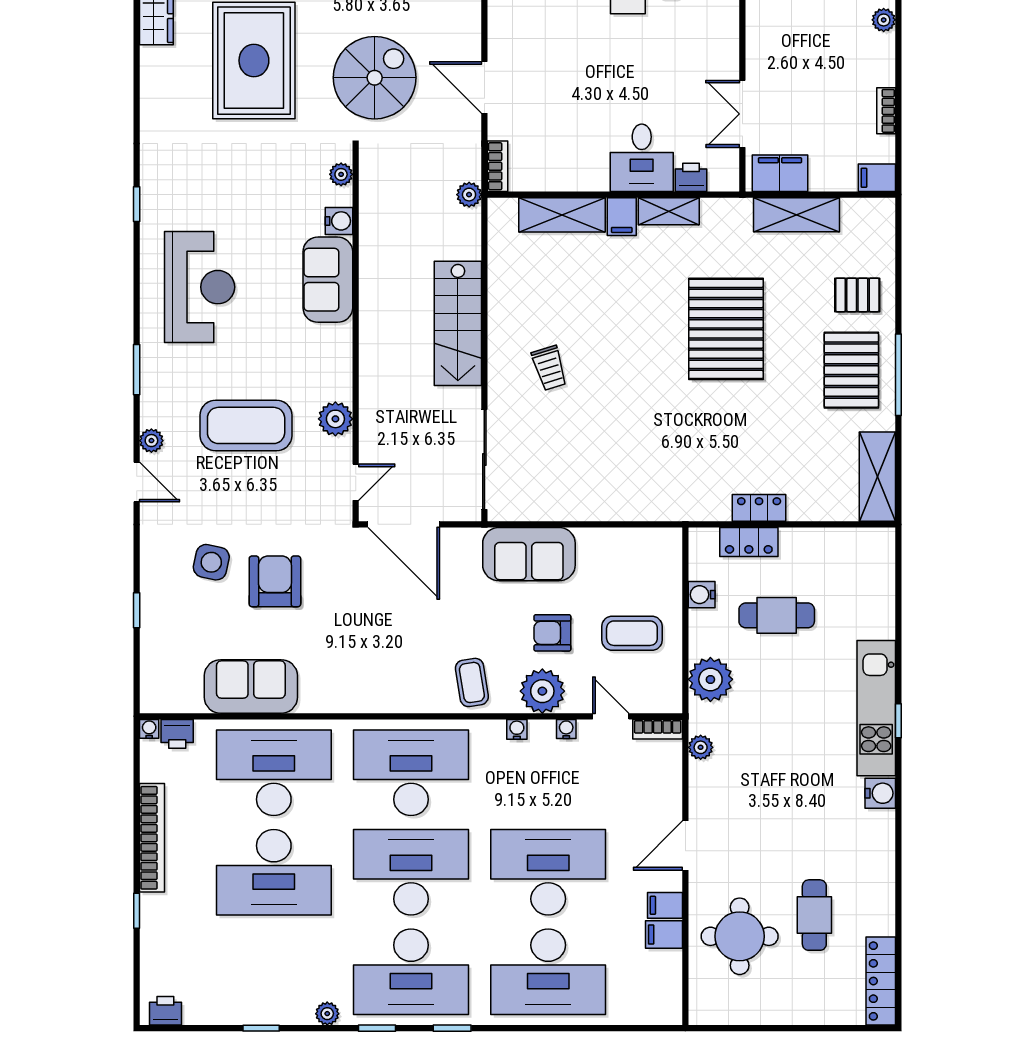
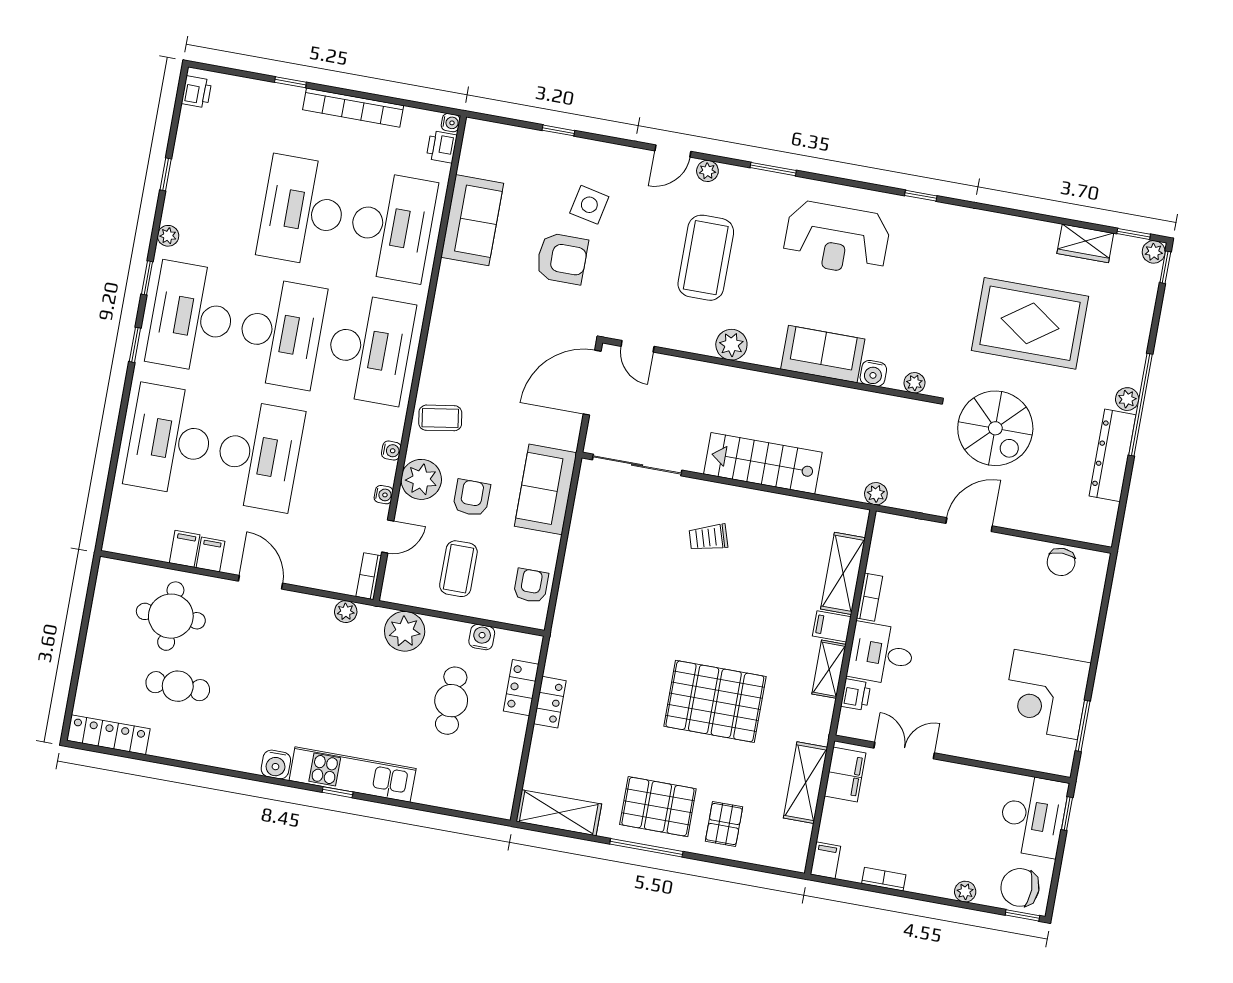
bookcase: (498, 166) -> (869, 597), moved, turned -90
plant: (335, 419) -> (731, 345), moved
armchair: (636, 551) -> (531, 586), added

